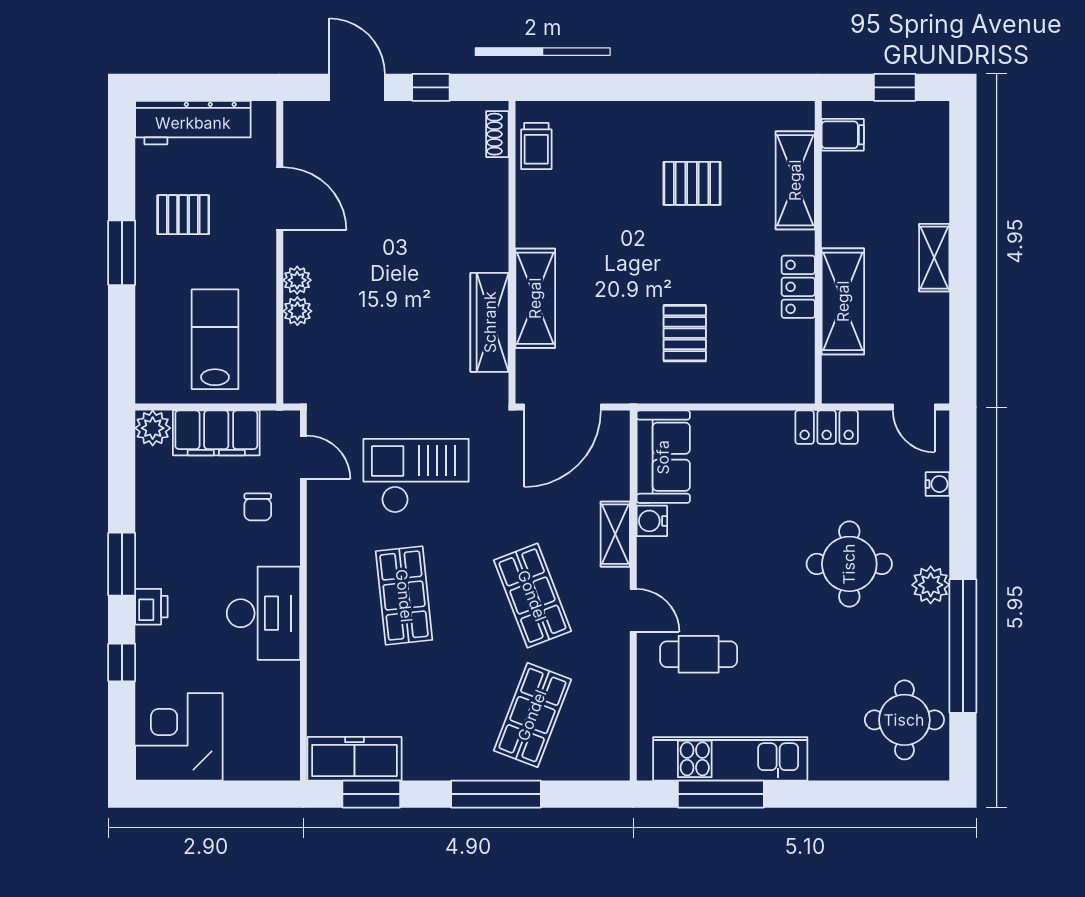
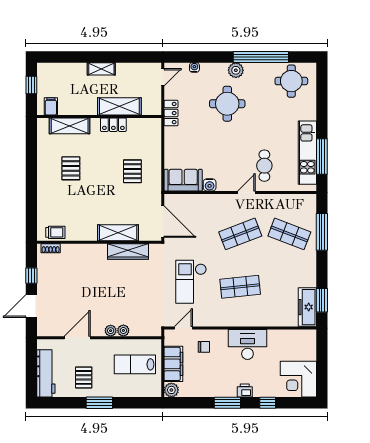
pallet: (685, 333) -> (132, 171), turned 90
shelving: (615, 534) -> (215, 200), removed
window: (496, 794) -> (322, 232), moved

